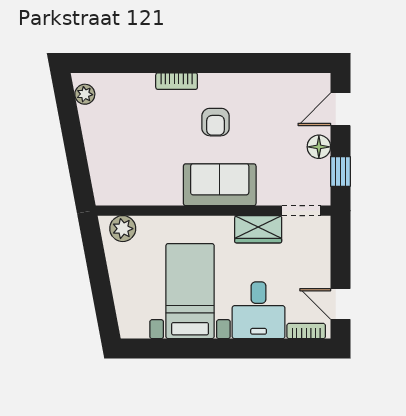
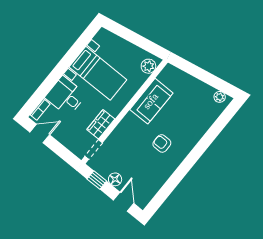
bookcase: (177, 81) -> (193, 141), removed
sofa: (220, 185) -> (151, 101), moved

